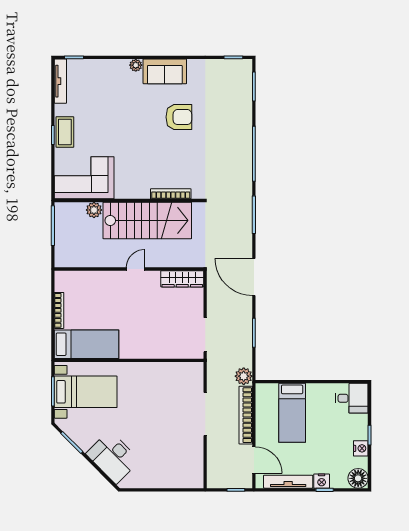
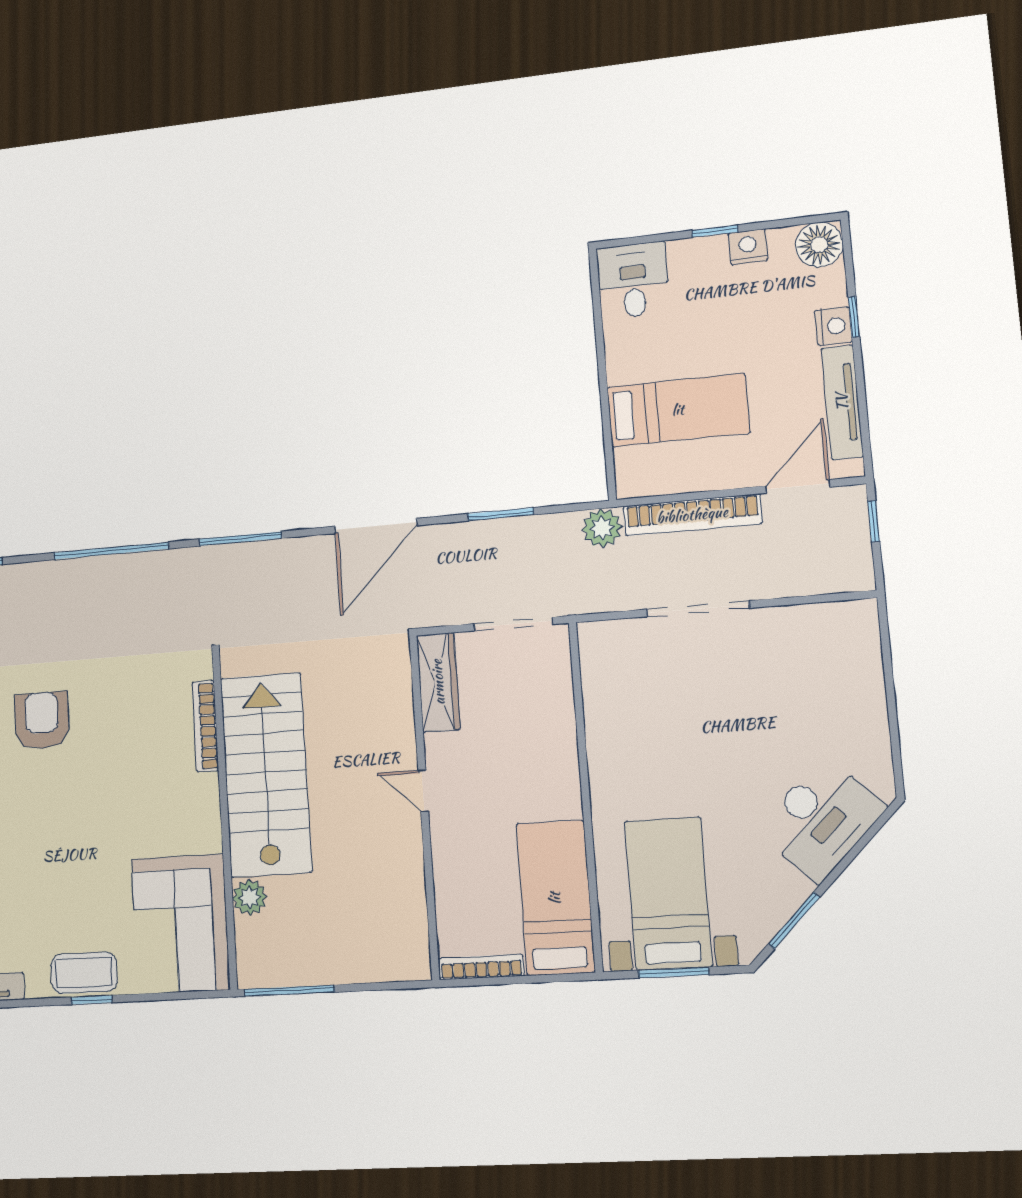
wall: (129, 269) -> (424, 806), moved
door: (136, 269) -> (423, 791), moved
wardrobe: (182, 279) -> (438, 682), moved

